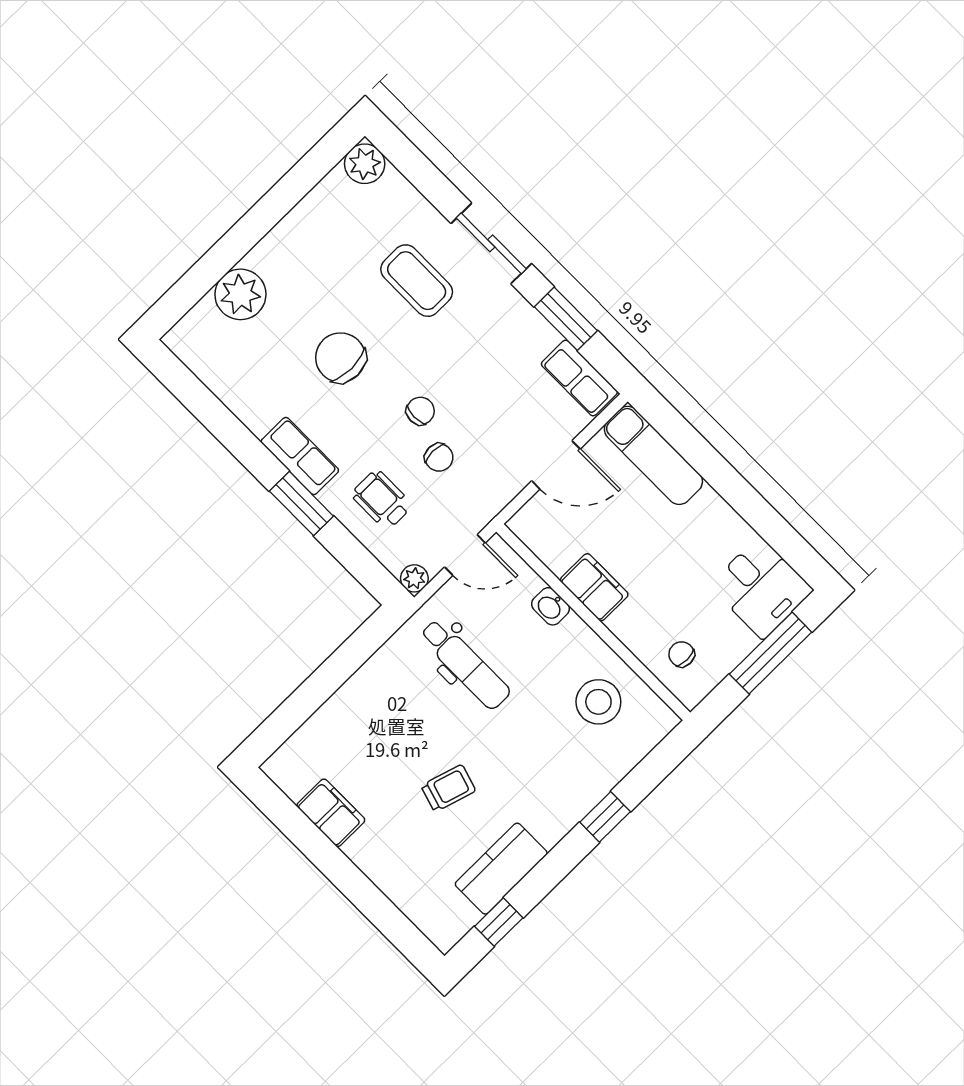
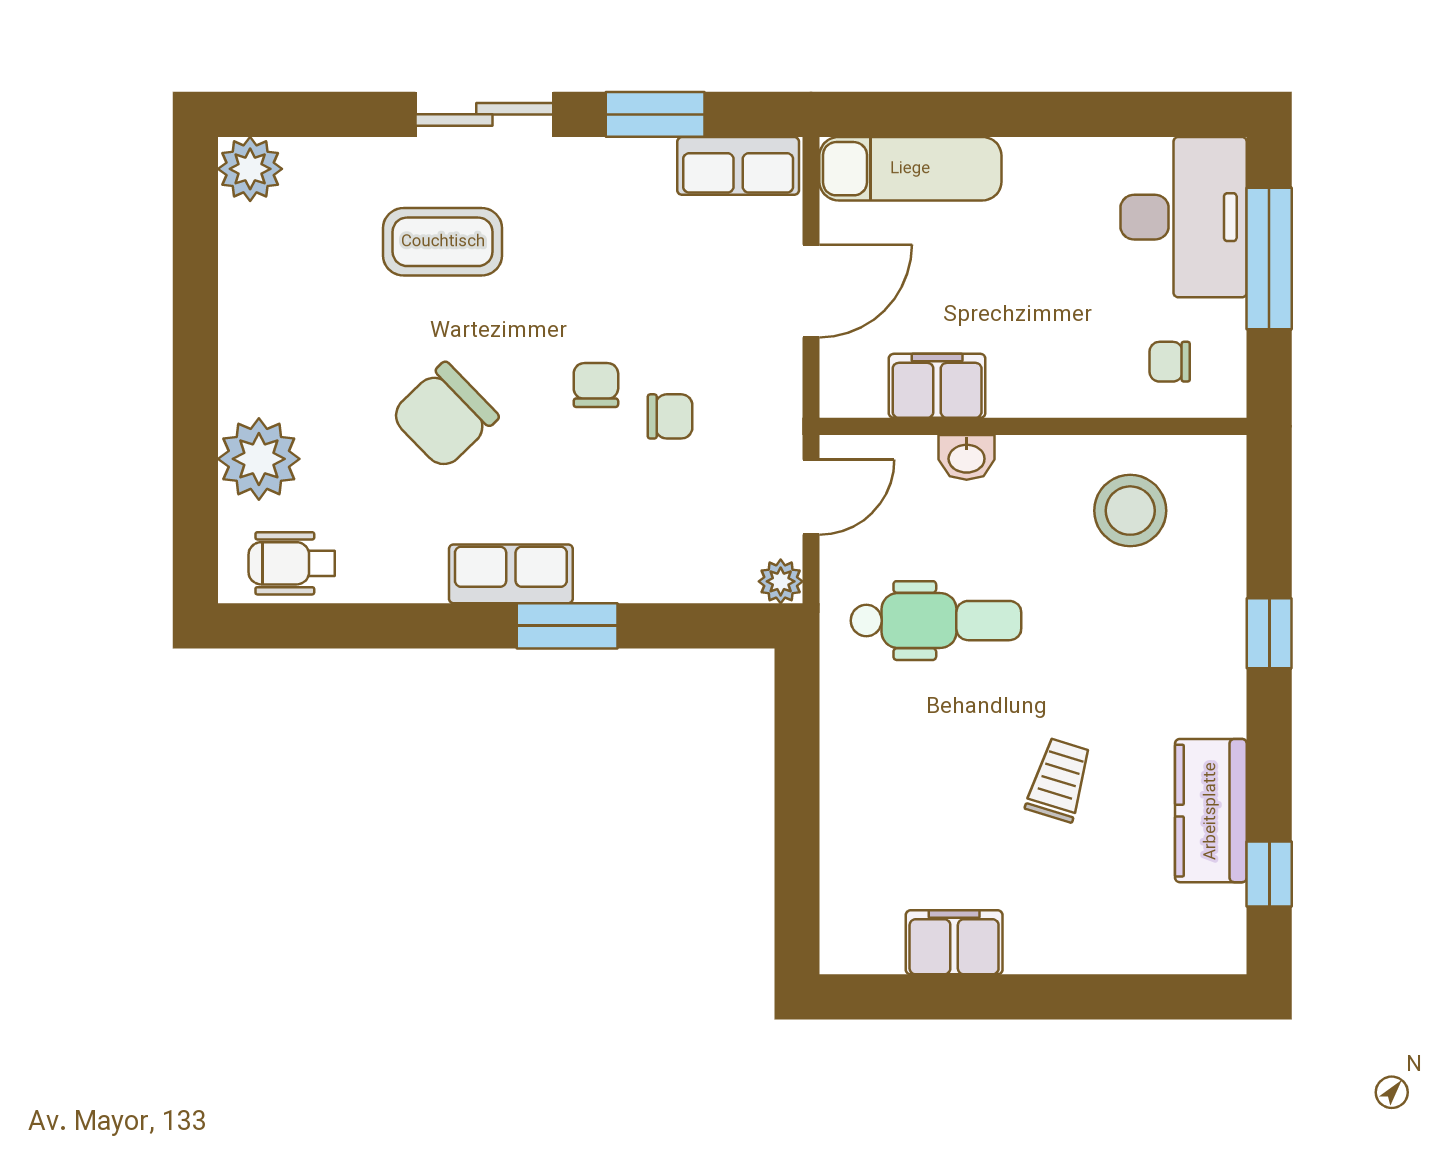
chair: (341, 358) -> (444, 416), turned -44
wheelchair: (382, 500) -> (292, 563), moved
filing cabinet: (594, 587) -> (937, 386), moved
desk: (761, 588) -> (1184, 217), width x1.37

